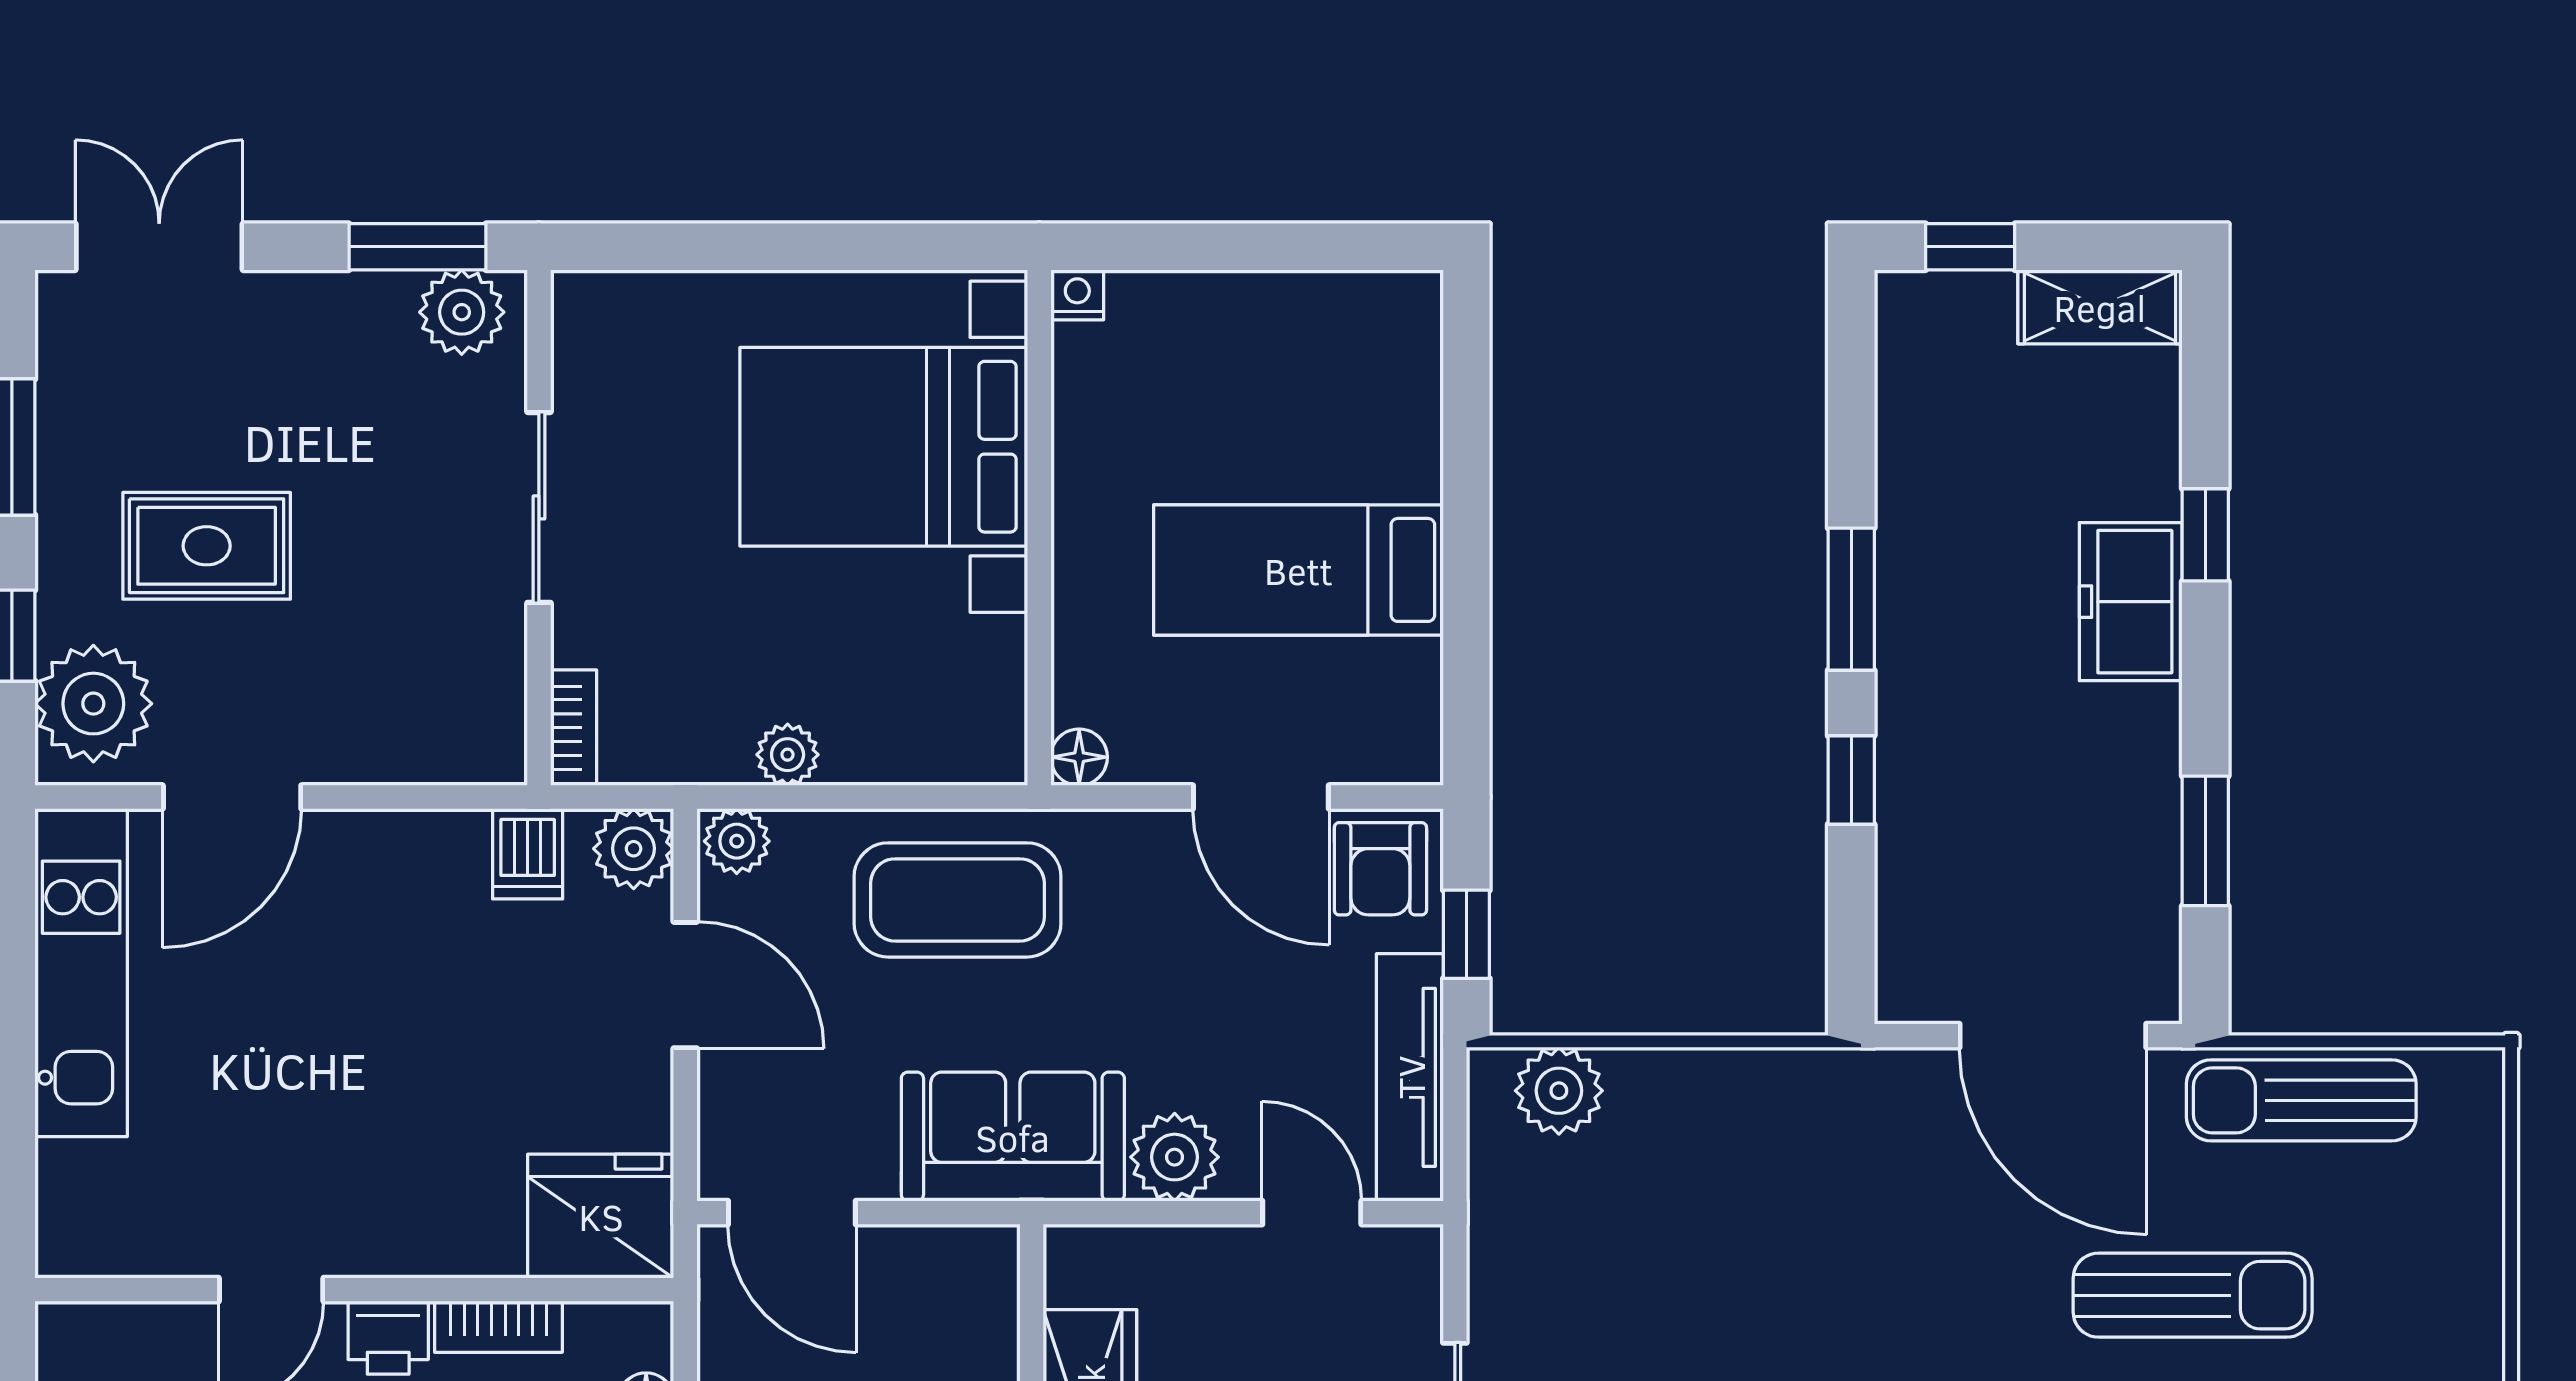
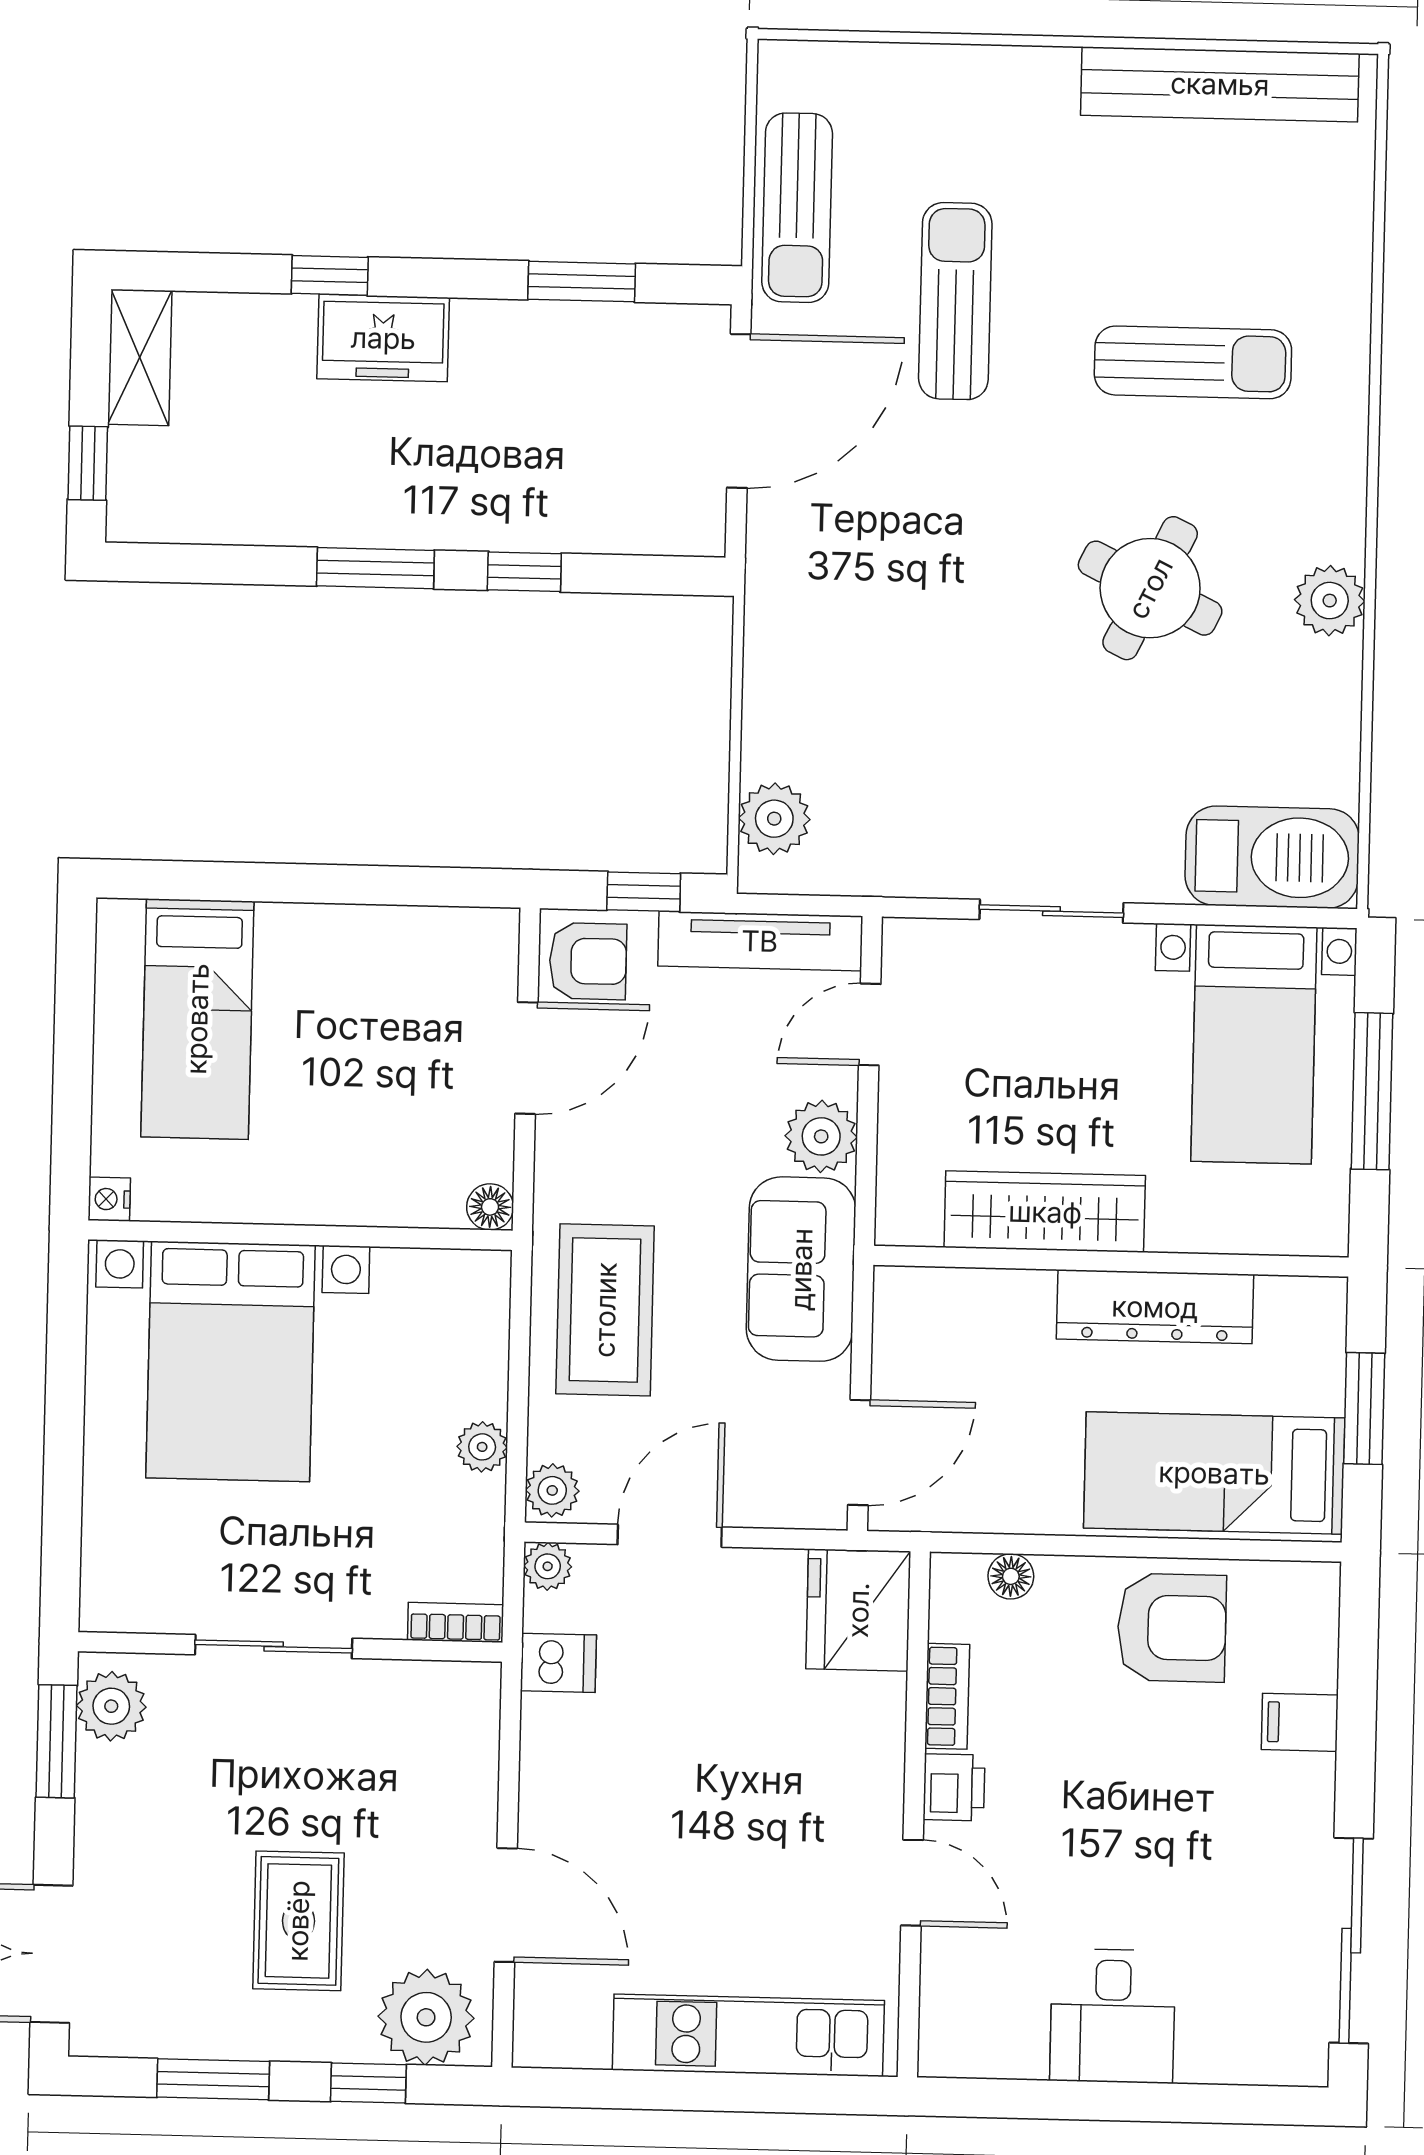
bed: (1298, 570) -> (197, 1019), moved
plant: (634, 849) -> (548, 1566), width x0.73, depth x0.73
kitchen unit: (81, 973) -> (748, 2035), moved

